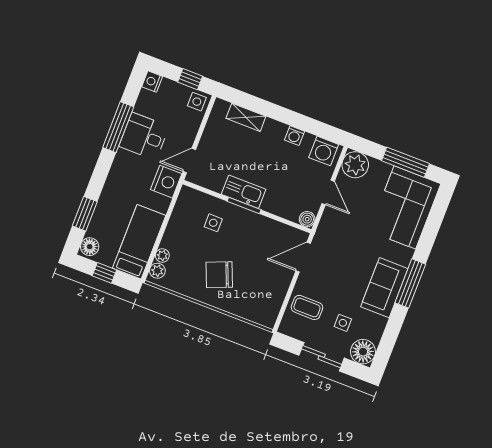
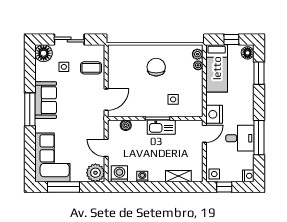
boiler: (307, 219) -> (126, 125), moved
chair: (219, 275) -> (156, 67), turned -68

